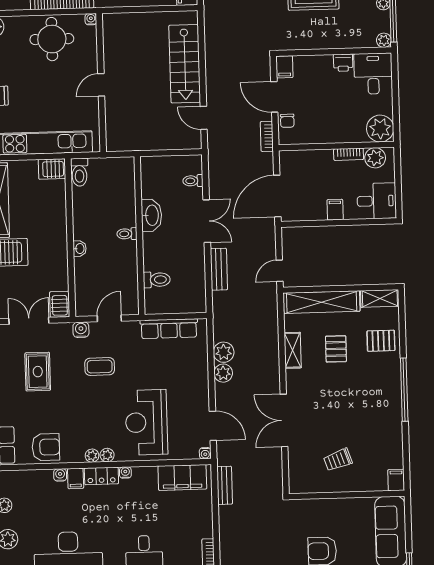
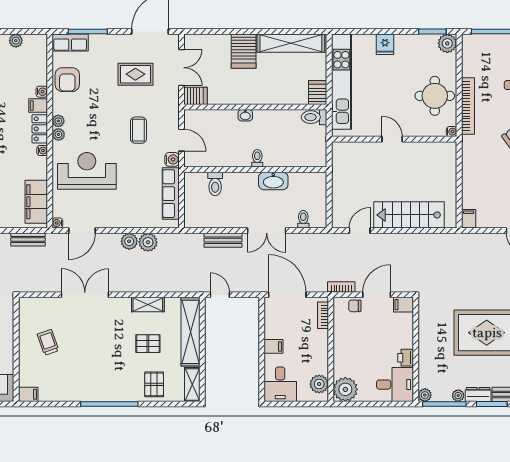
bookcase: (349, 154) -> (323, 315), moved
water cooler: (81, 330) -> (172, 159), moved

